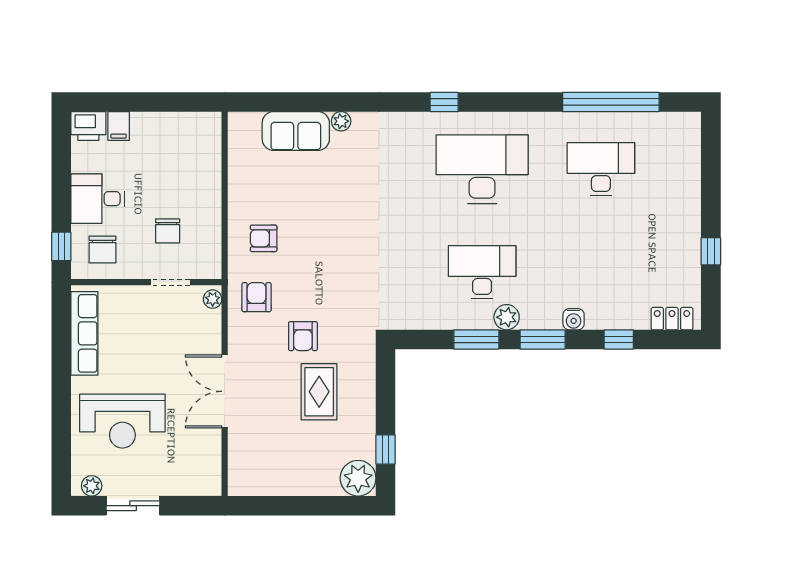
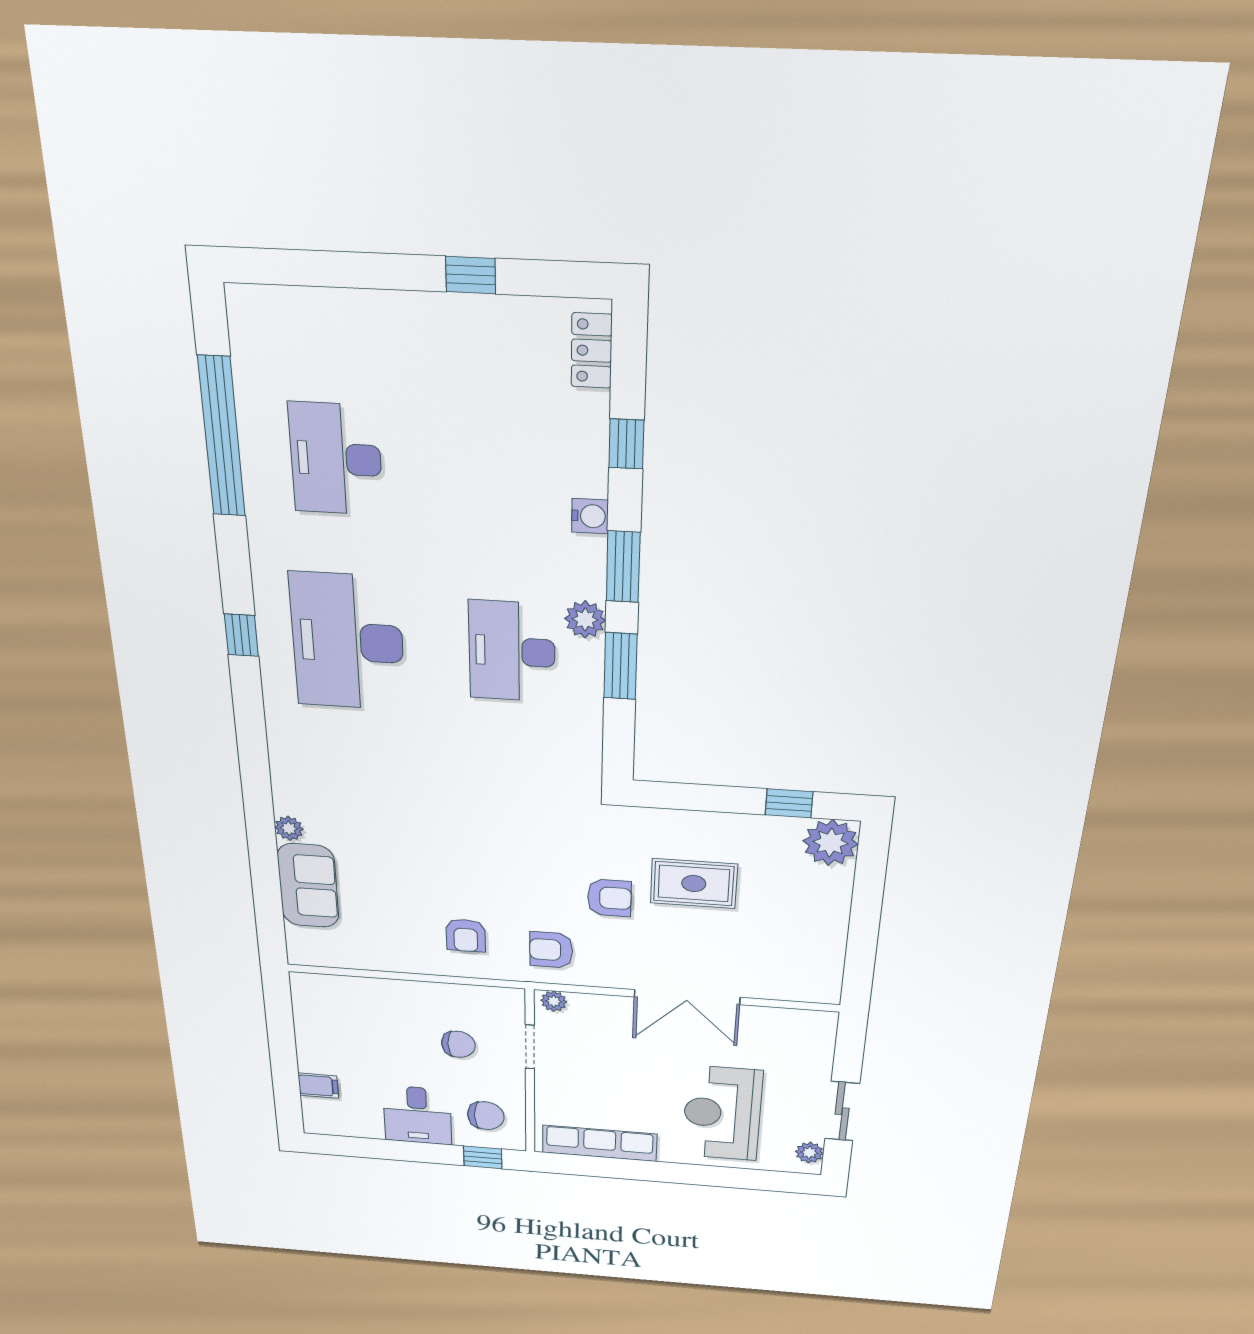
window: (444, 102) -> (241, 635), moved
printer: (88, 126) -> (321, 1117), removed
reception desk: (122, 421) -> (722, 1113), turned 180

